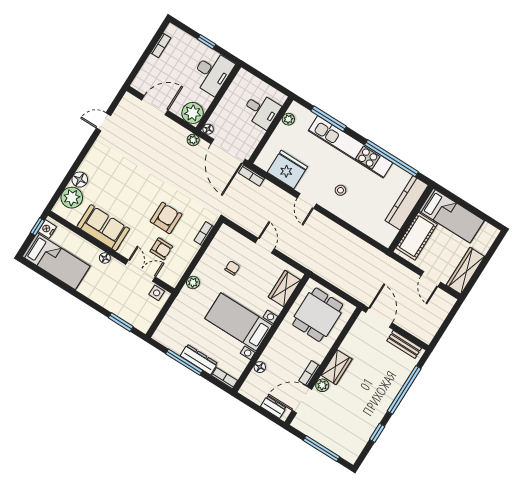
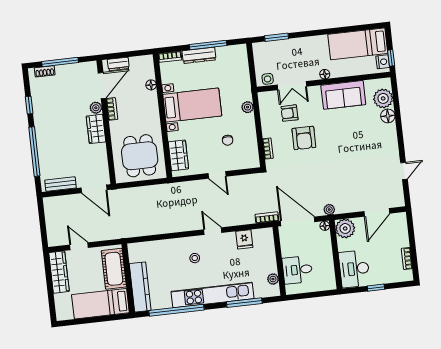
fridge: (287, 170) -> (244, 239), width x0.53, depth x0.75
shoe rack: (341, 451) -> (45, 71), added

